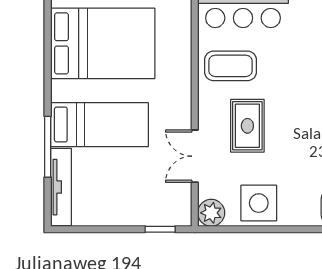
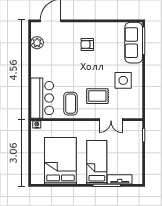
tv unit: (61, 187) -> (120, 179), width x0.71
side table: (259, 203) -> (123, 80), moved
plant: (211, 213) -> (136, 112), removed

